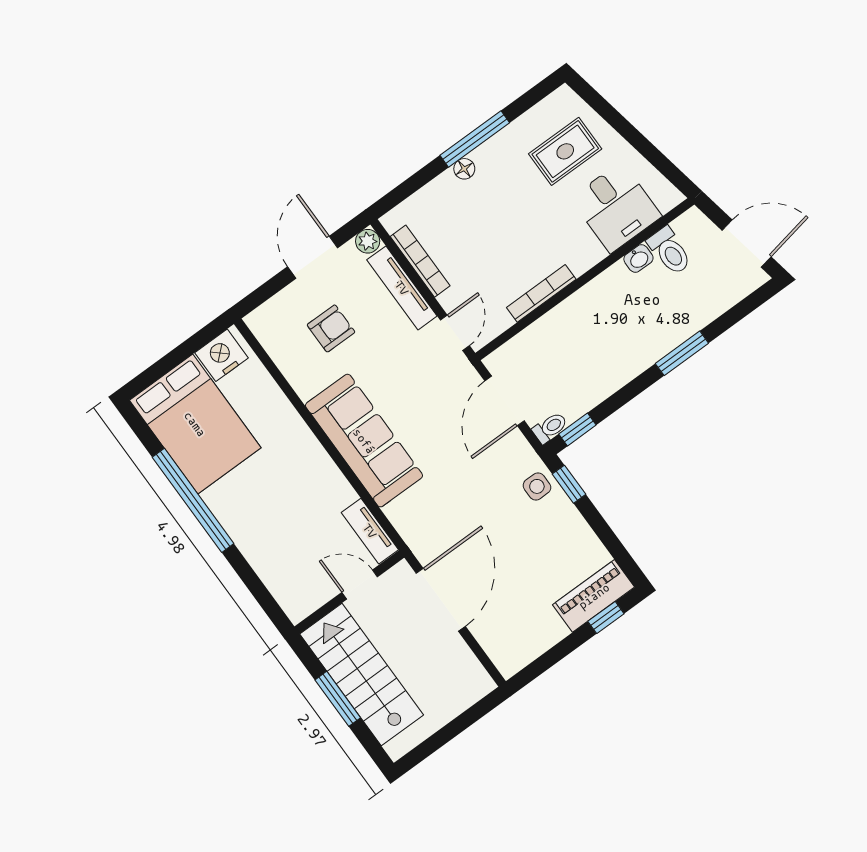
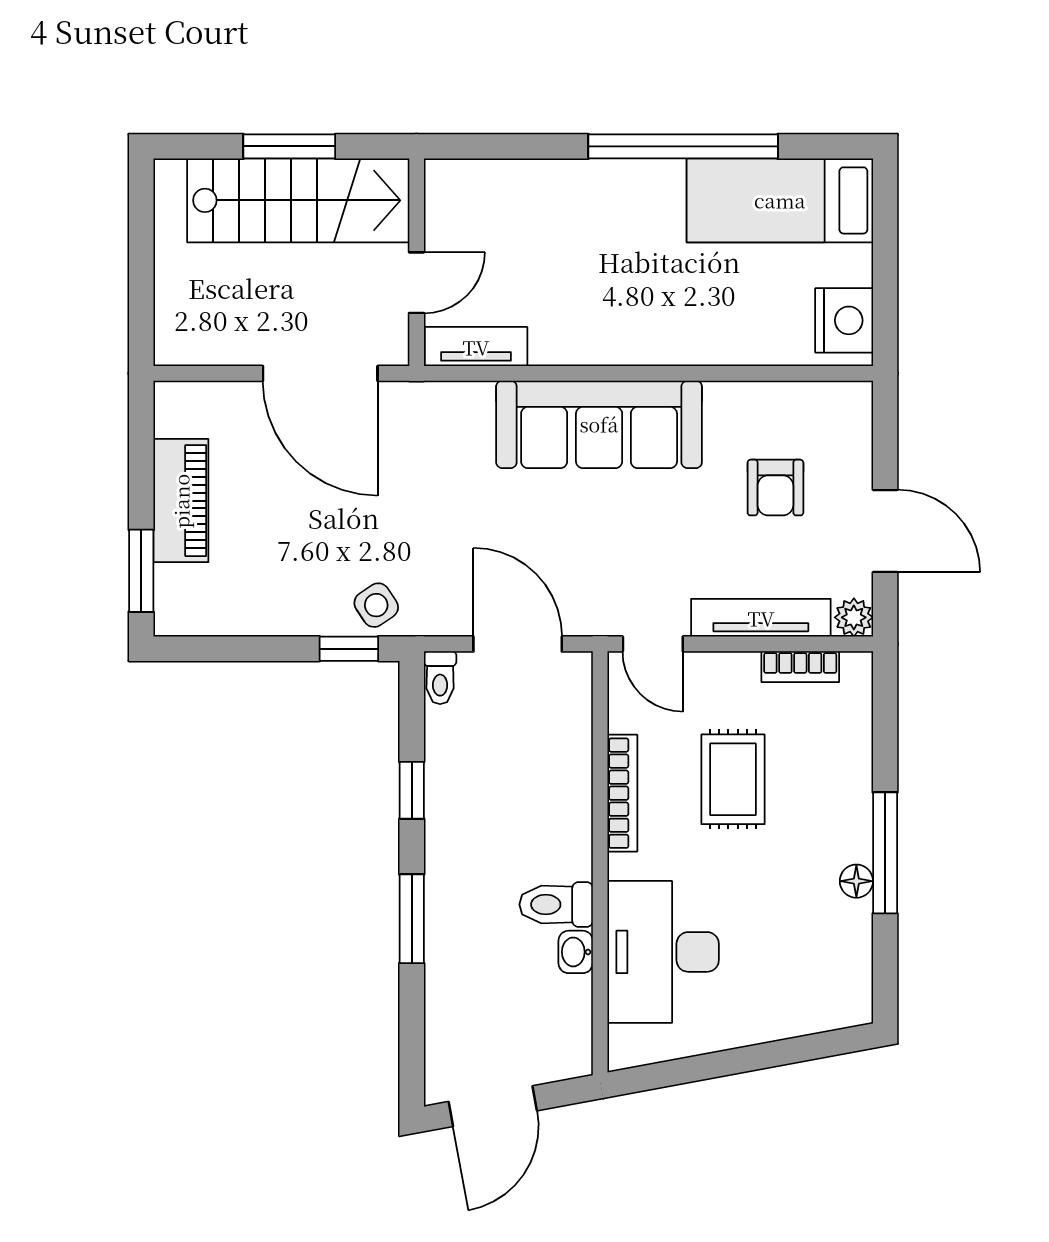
rug: (565, 151) -> (733, 779), moved
floor lamp: (464, 169) -> (856, 881), moved
desk: (616, 207) -> (663, 952), width x1.37
toilet: (670, 251) -> (556, 904), moved
bookcase: (420, 261) -> (800, 667), width x0.64
bed: (195, 424) -> (780, 200), width x0.67
window: (577, 429) -> (412, 790), moved
side table: (537, 486) -> (376, 605), turned -34
piano: (594, 596) -> (181, 501), moved
window: (606, 617) -> (141, 571), width x1.50

